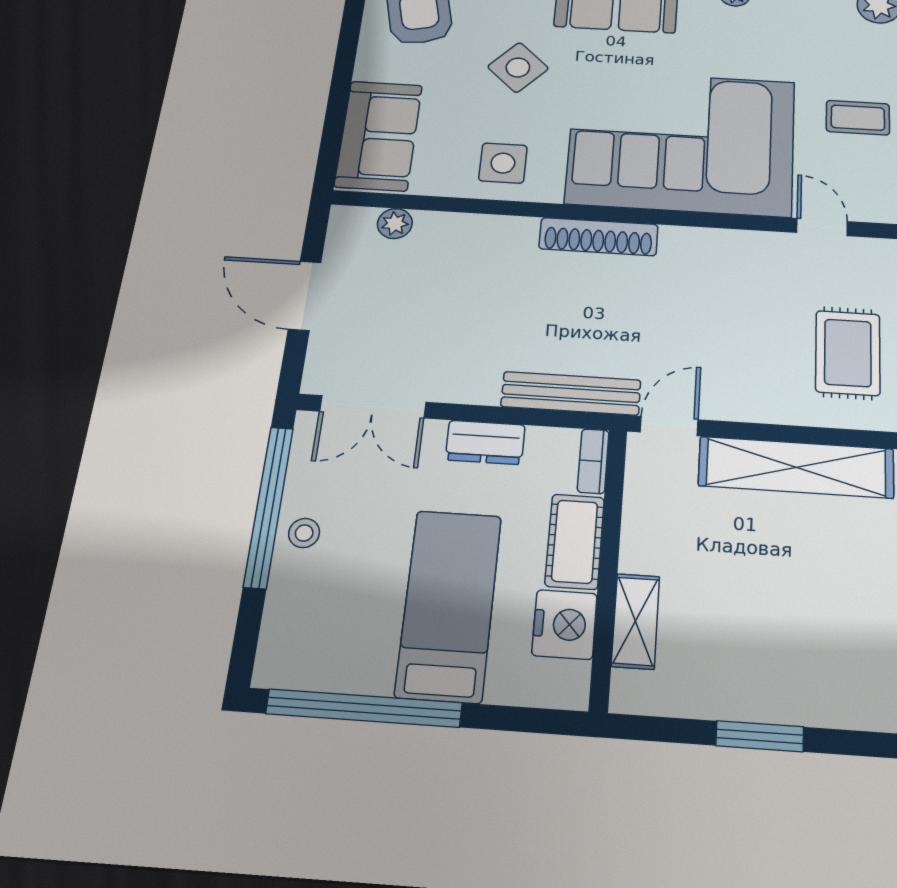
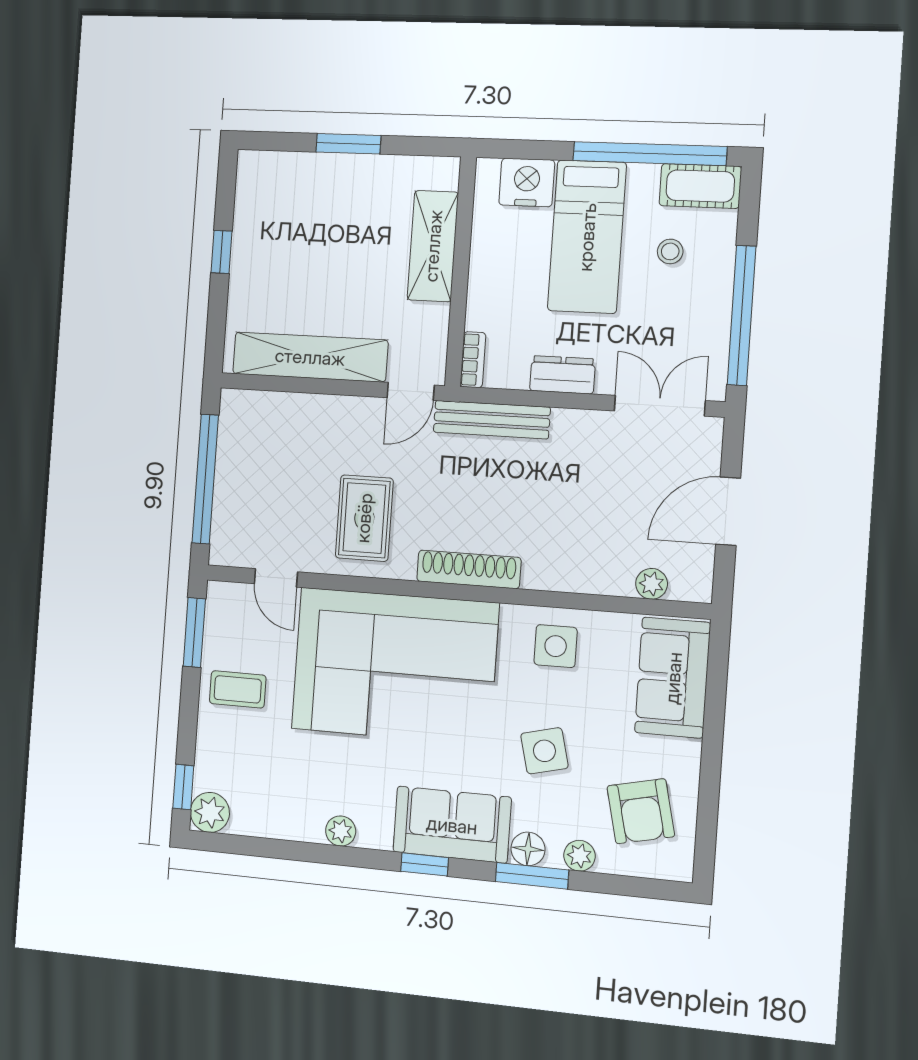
side table: (518, 68) -> (544, 751), turned 33
door: (305, 296) -> (728, 511), swing flipped
rug: (848, 353) -> (364, 518), moved
stool: (304, 533) -> (670, 251), moved
cot: (575, 541) -> (700, 186), moved, turned 90
shelving: (636, 621) -> (433, 246), width x1.50, depth x1.33
nightstand: (565, 624) -> (527, 183), moved, turned 90

